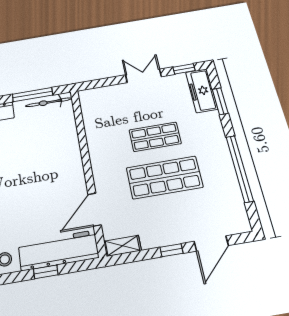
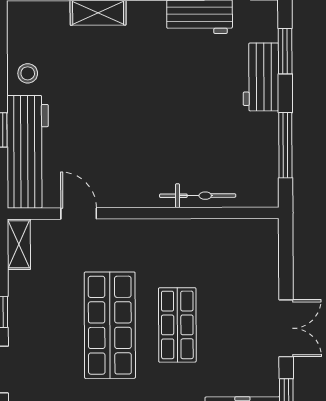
bicycle: (49, 102) -> (198, 196), moved, turned 90
door: (95, 210) -> (79, 213), width x0.73

